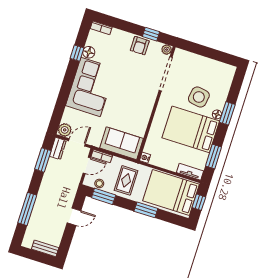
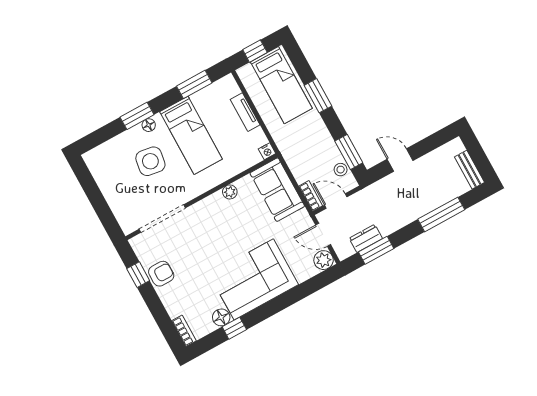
plant: (167, 50) -> (230, 192), moved
bed: (191, 129) -> (191, 135), width x0.67
dresser: (58, 148) -> (366, 238), moved
tv unit: (190, 172) -> (245, 112), moved
rug: (126, 180) -> (310, 146), removed
bed: (171, 193) -> (281, 85), width x0.67
bench: (45, 248) -> (469, 170), moved

